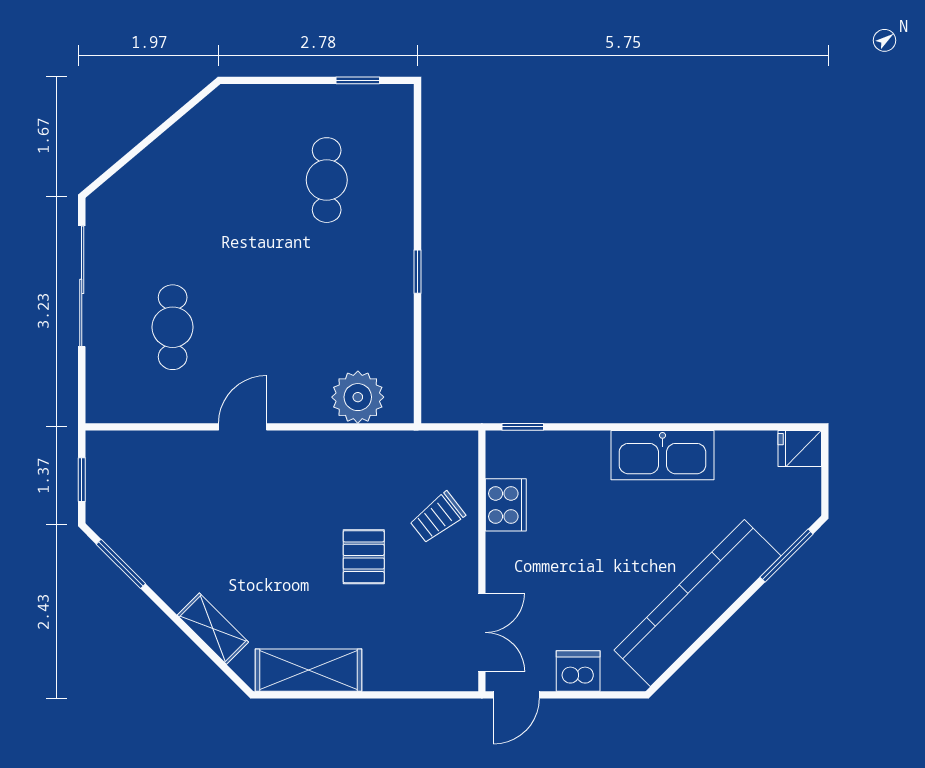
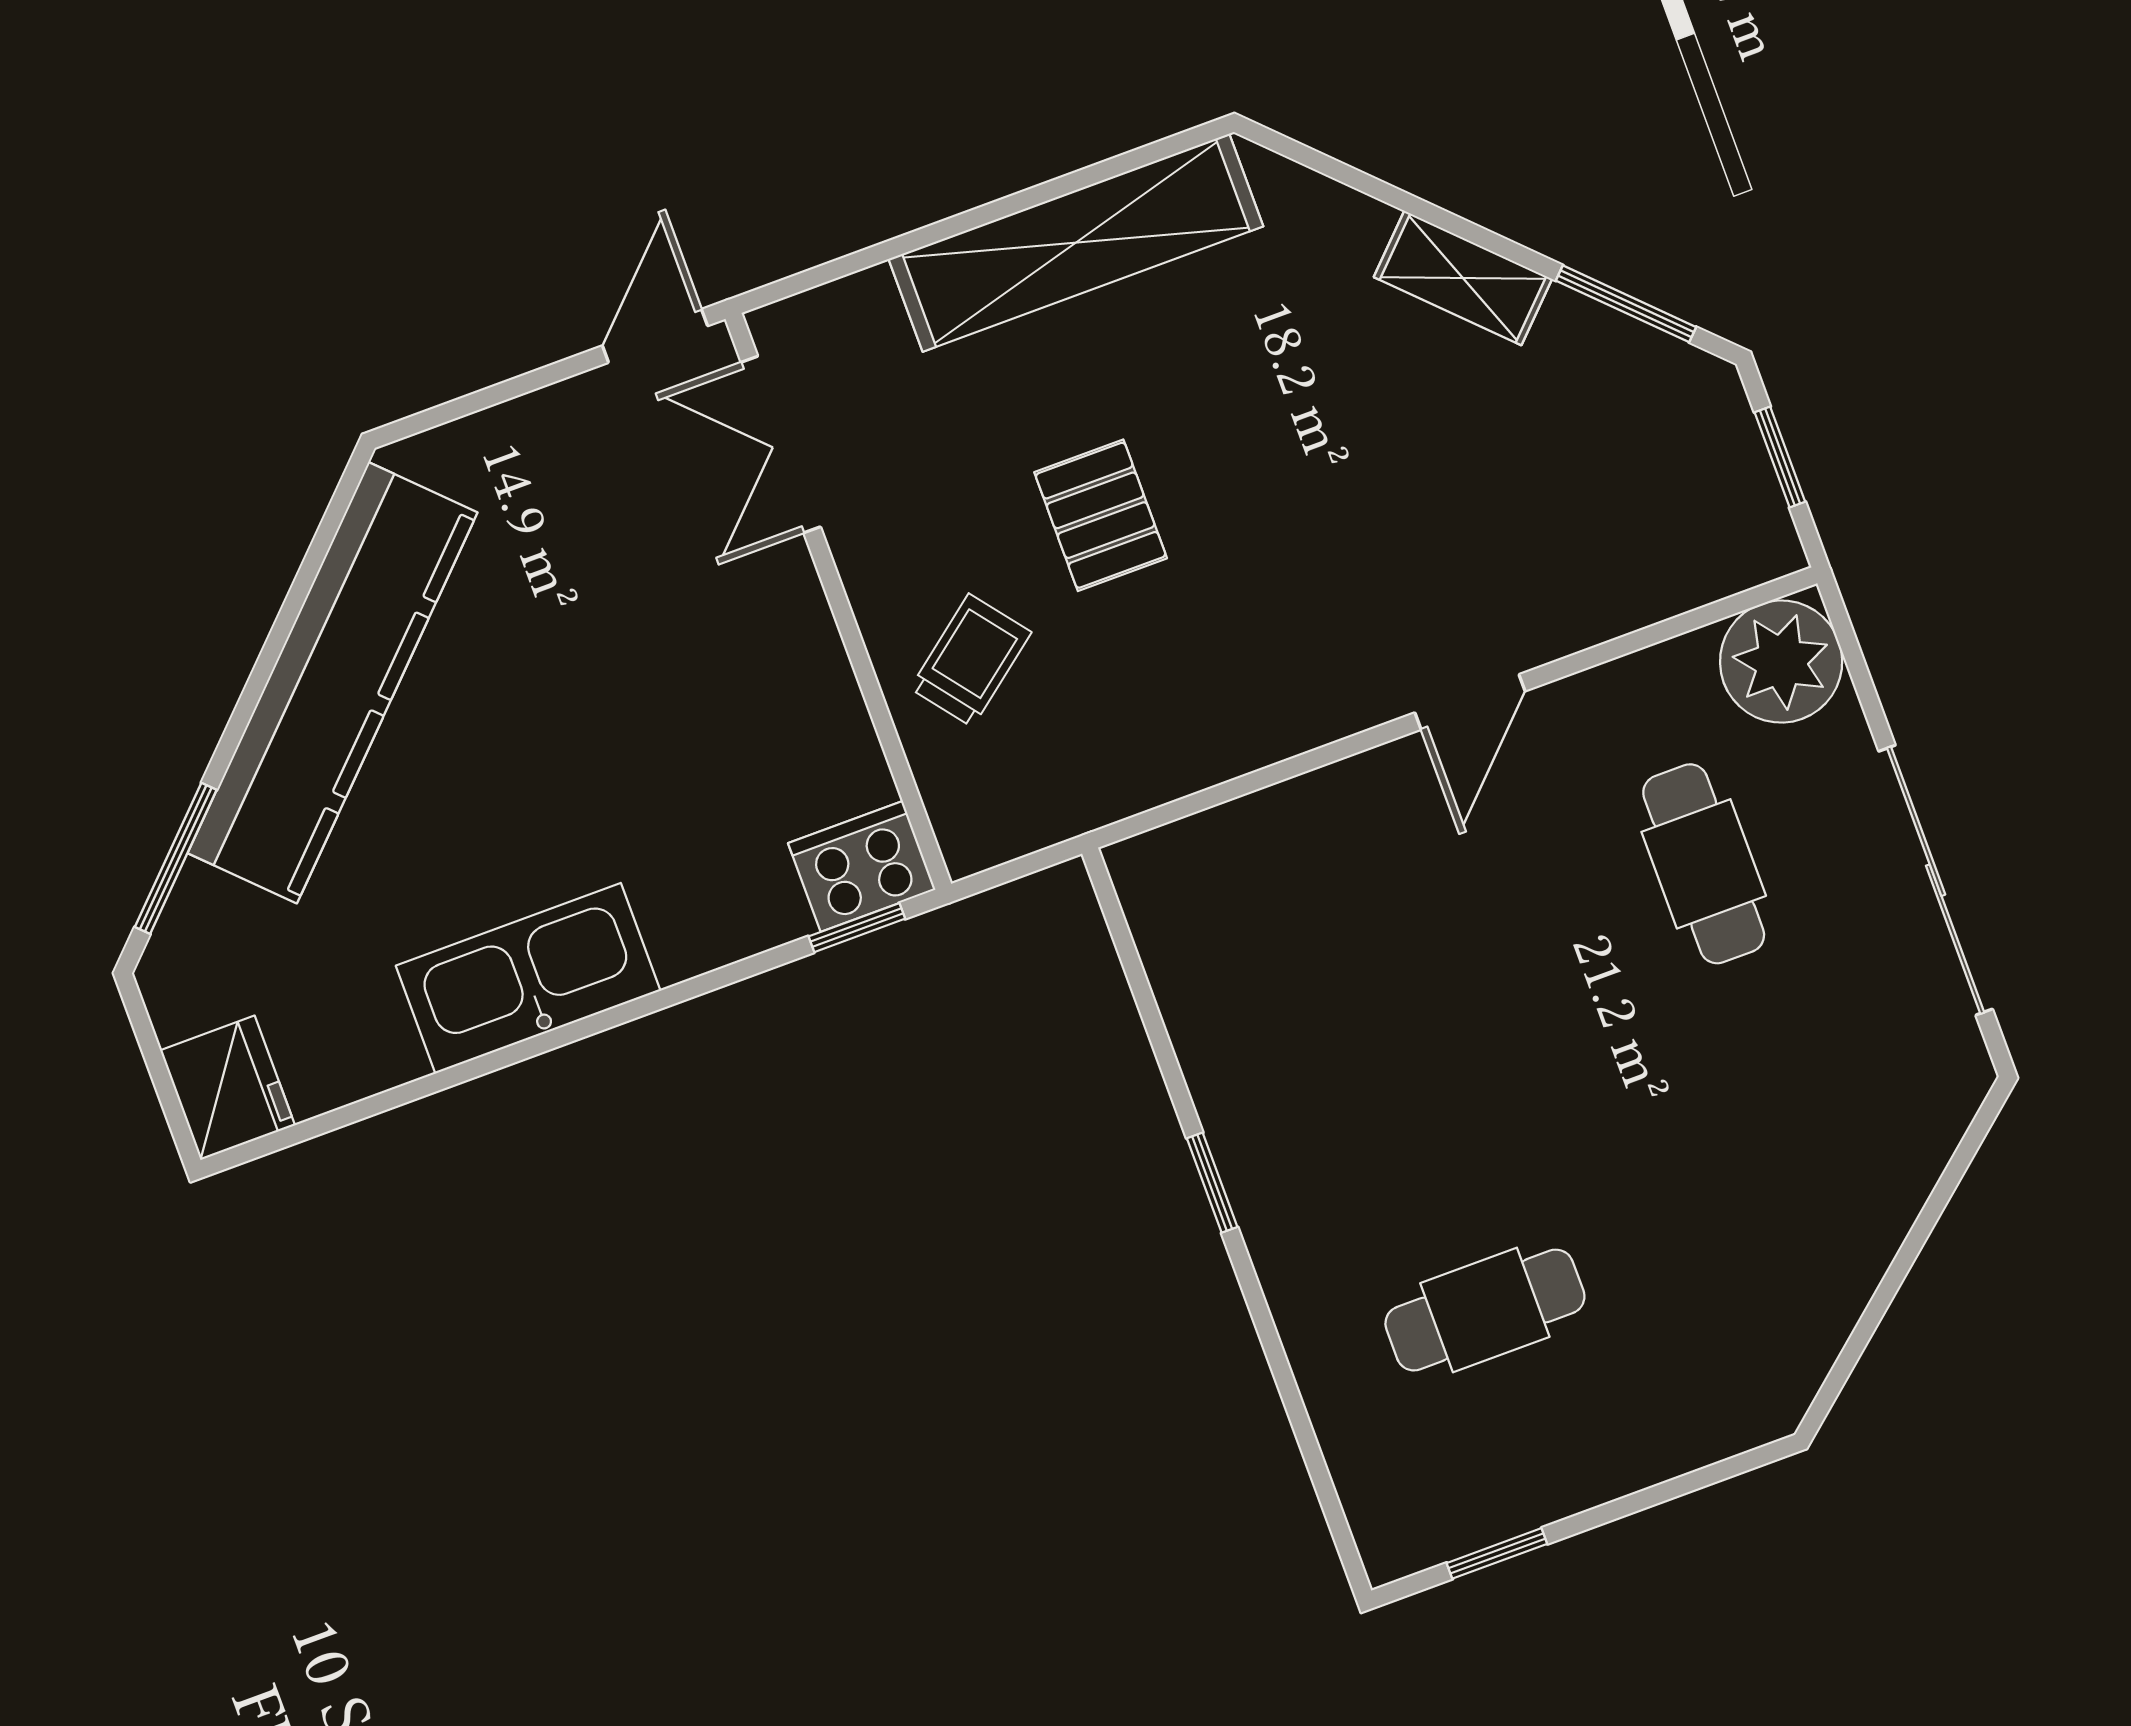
cafe table: (327, 180) -> (1485, 1310), turned 90
plant: (358, 397) -> (1781, 662), moved
fridge: (800, 449) -> (228, 1088), width x1.38
cooker: (506, 505) -> (862, 866), moved, turned 90
shelving: (213, 629) -> (1463, 278), moved
shelving: (308, 670) -> (1076, 243), width x1.47
dishwasher: (578, 671) -> (539, 438), removed

